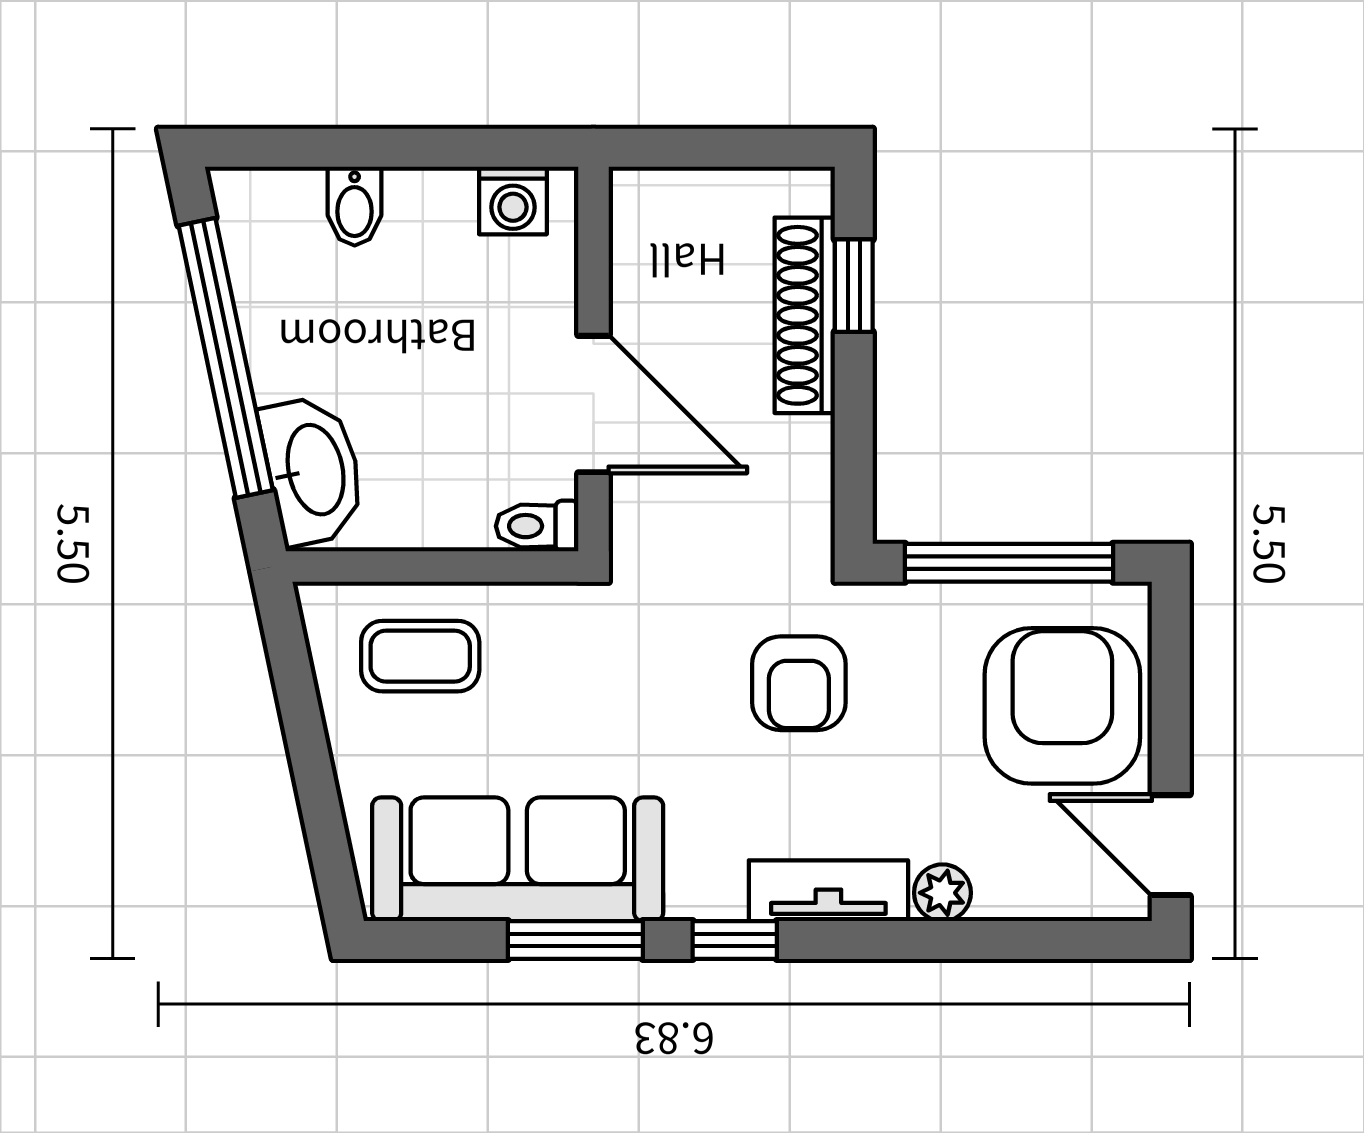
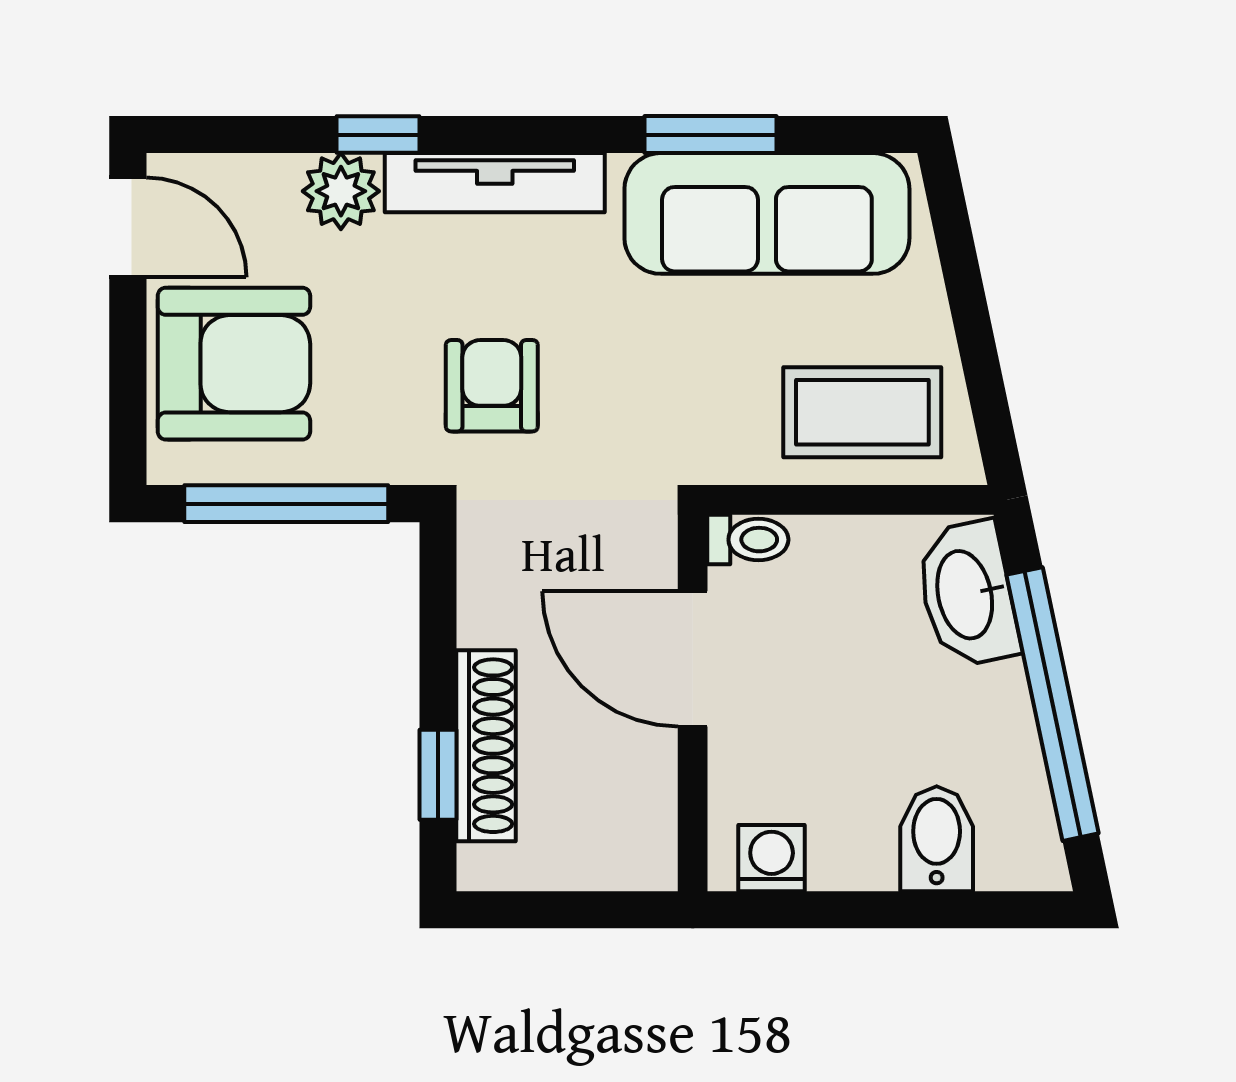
bidet: (355, 206) -> (937, 839), width x1.38, depth x1.36
coffee table: (420, 656) -> (862, 412), width x1.36, depth x1.30
armchair: (1062, 706) -> (234, 364), turned -90
tv unit: (828, 891) -> (495, 183), width x1.41
plant: (942, 893) -> (341, 191), width x1.38, depth x1.38
window: (735, 940) -> (378, 135), moved

